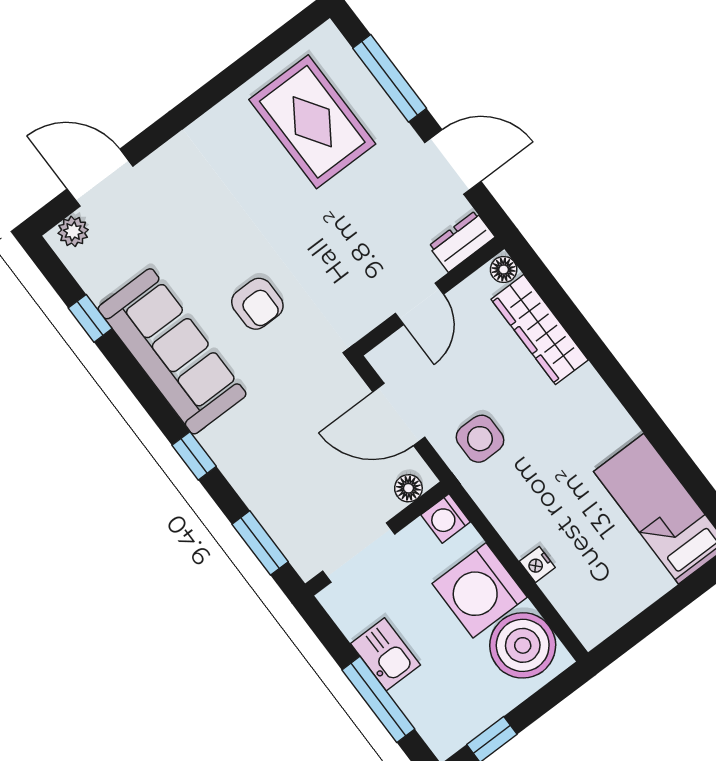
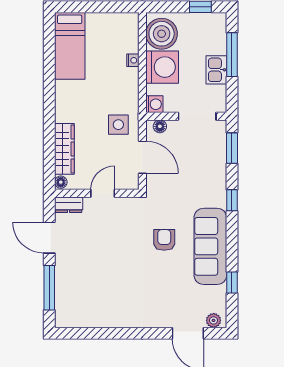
rug: (312, 122) -> (91, 293), removed

